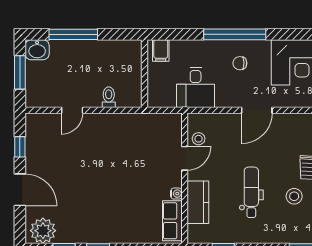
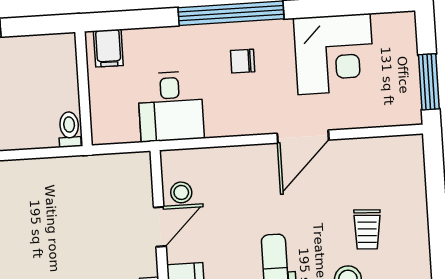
toilet: (109, 97) -> (69, 129), moved
door: (257, 110) -> (303, 137), moved

